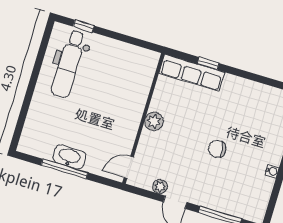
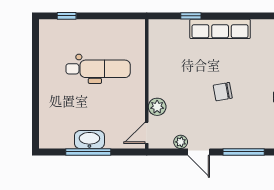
dental chair: (69, 64) -> (98, 69), moved, turned -90
row of seats: (192, 73) -> (220, 29), moved
plant: (154, 121) -> (157, 107), moved

